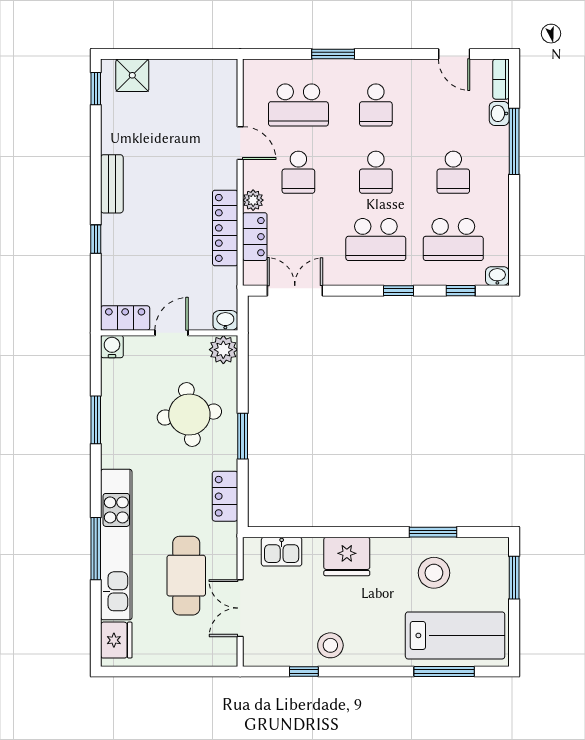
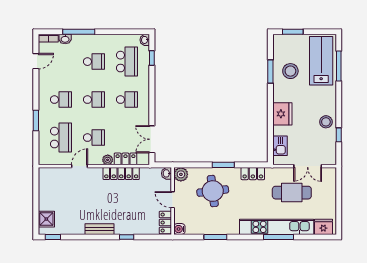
school desk: (376, 240) -> (127, 100), width x0.54
window: (399, 291) -> (152, 88), removed

